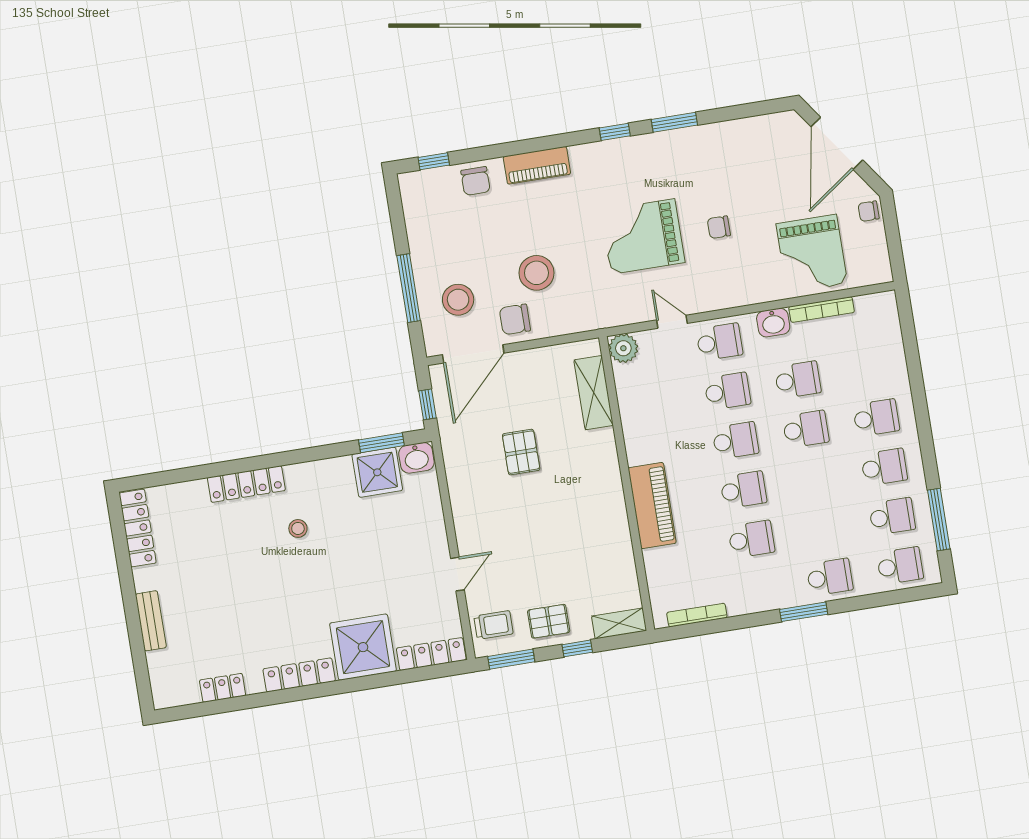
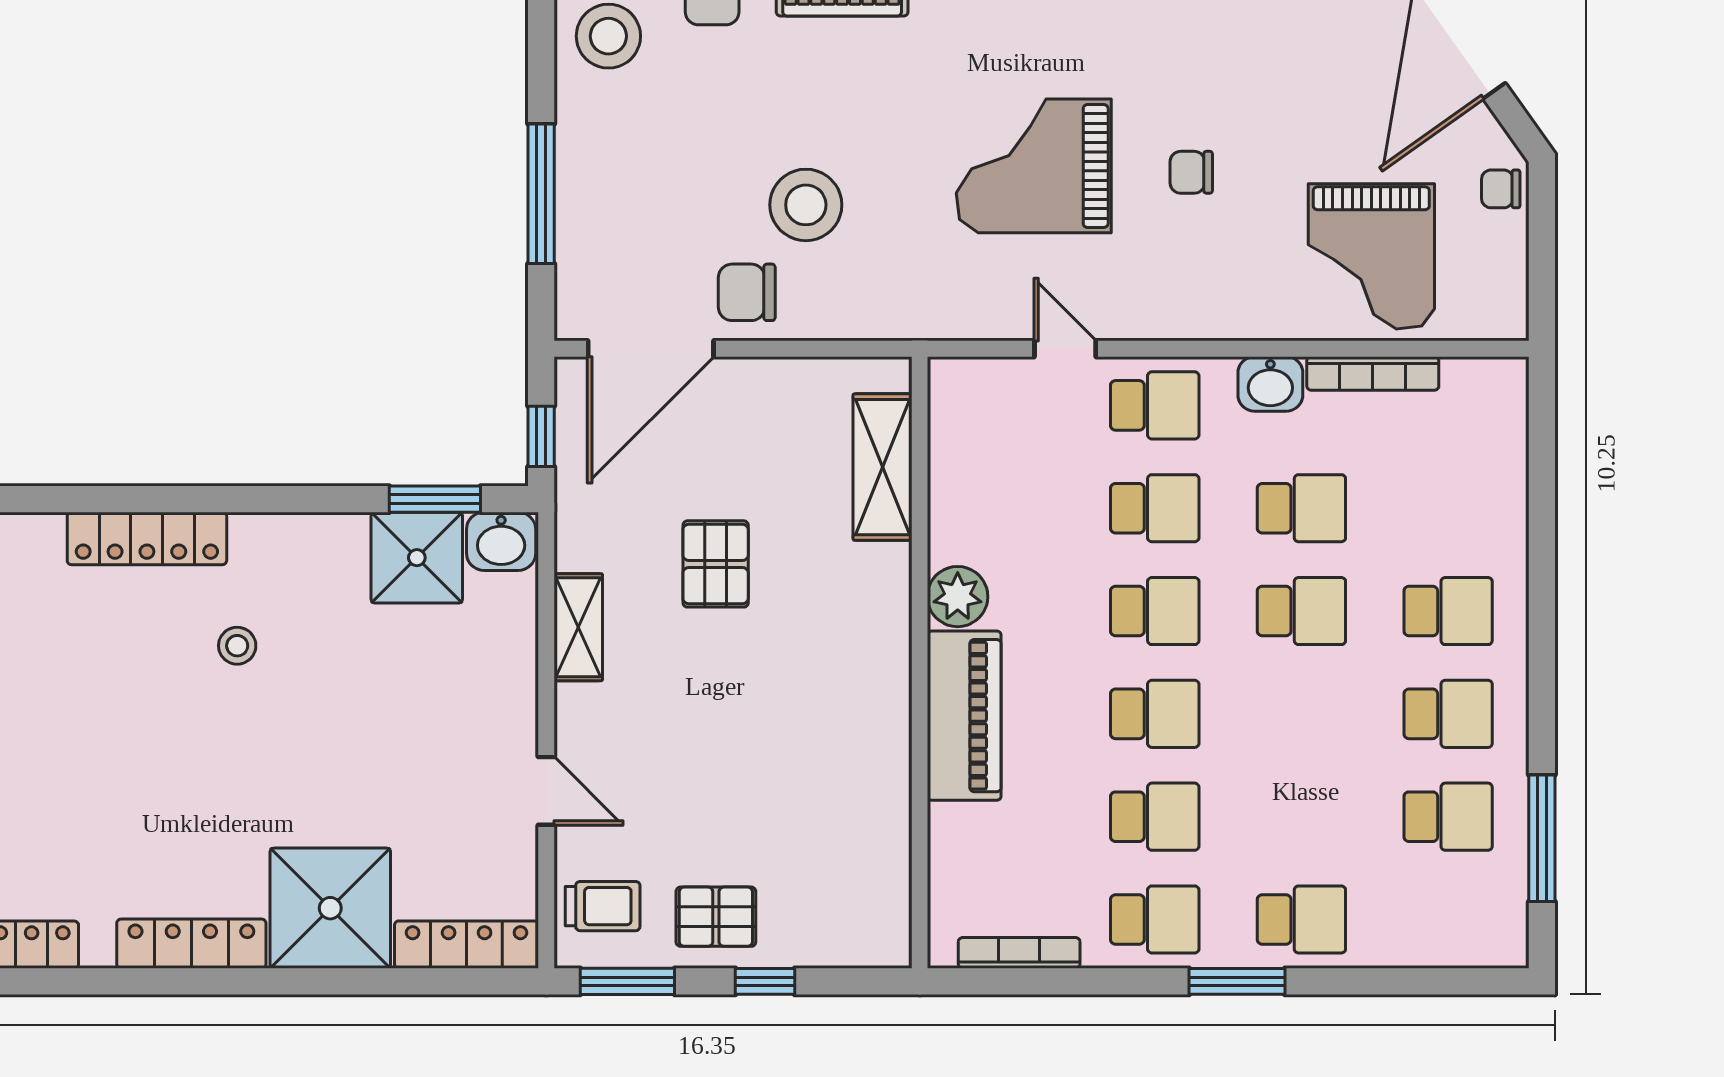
stool: (458, 300) -> (608, 36), moved
plant: (623, 348) -> (958, 597), moved
school desk: (900, 566) -> (1155, 919), moved
door: (457, 574) -> (546, 791), hinge flipped
shelving: (619, 623) -> (578, 627), moved, turned 90

